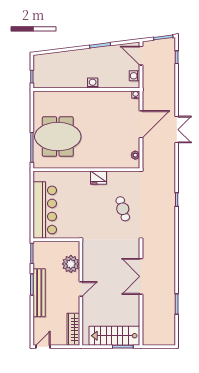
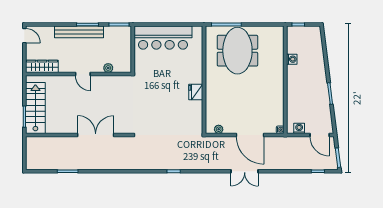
door: (141, 56) -> (320, 135), swing flipped
washing machine: (93, 83) -> (292, 59), moved
cafe table: (123, 209) -> (164, 117), removed
plant: (71, 264) -> (108, 68), width x0.53, depth x0.53

